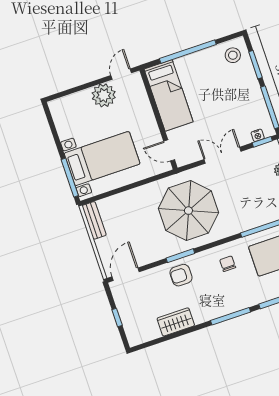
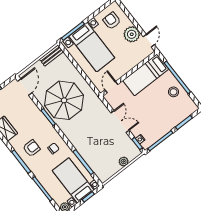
stool: (233, 55) -> (174, 92), moved
door: (121, 74) -> (149, 41), hinge flipped
armchair: (74, 117) -> (112, 21), added
parasol: (188, 211) -> (64, 100), moved
door: (126, 274) -> (25, 87), hinge flipped
armchair: (181, 275) -> (32, 148), moved, turned 90

